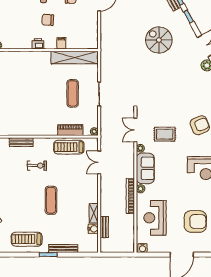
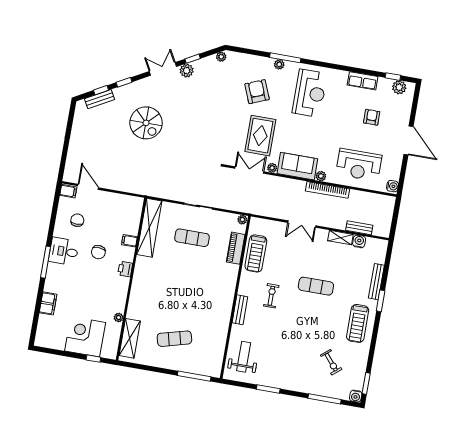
spiral stairs: (159, 40) -> (146, 123), turned -90
double door: (135, 130) -> (249, 170), swing flipped
rug: (165, 134) -> (260, 136), width x1.36, depth x1.43
double door: (99, 162) -> (302, 224), moved
armchair: (195, 221) -> (372, 117), width x0.53, depth x0.53

